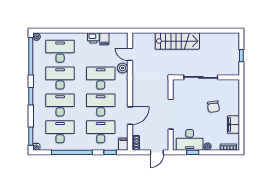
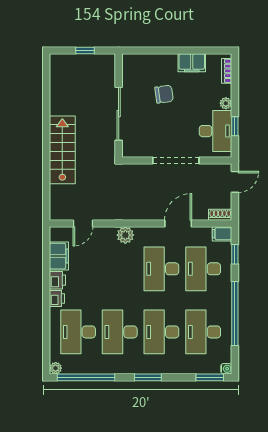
printer: (82, 38) -> (57, 298), added
filing cabinet: (104, 39) -> (59, 256), width x2.00
plant: (122, 68) -> (125, 235), moved
desk: (101, 78) -> (120, 269), removed
door: (130, 116) -> (178, 223), hinge flipped
door: (157, 152) -> (235, 182), hinge flipped

